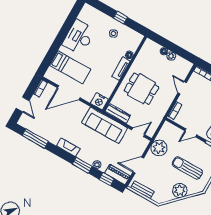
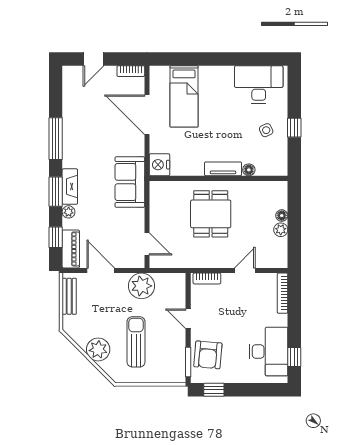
desk: (79, 37) -> (259, 85), moved
dresser: (118, 113) -> (157, 201), removed
sofa: (105, 125) -> (130, 182), width x0.73
window: (35, 139) -> (56, 139), moved
fireplace: (68, 147) -> (70, 187), moved

